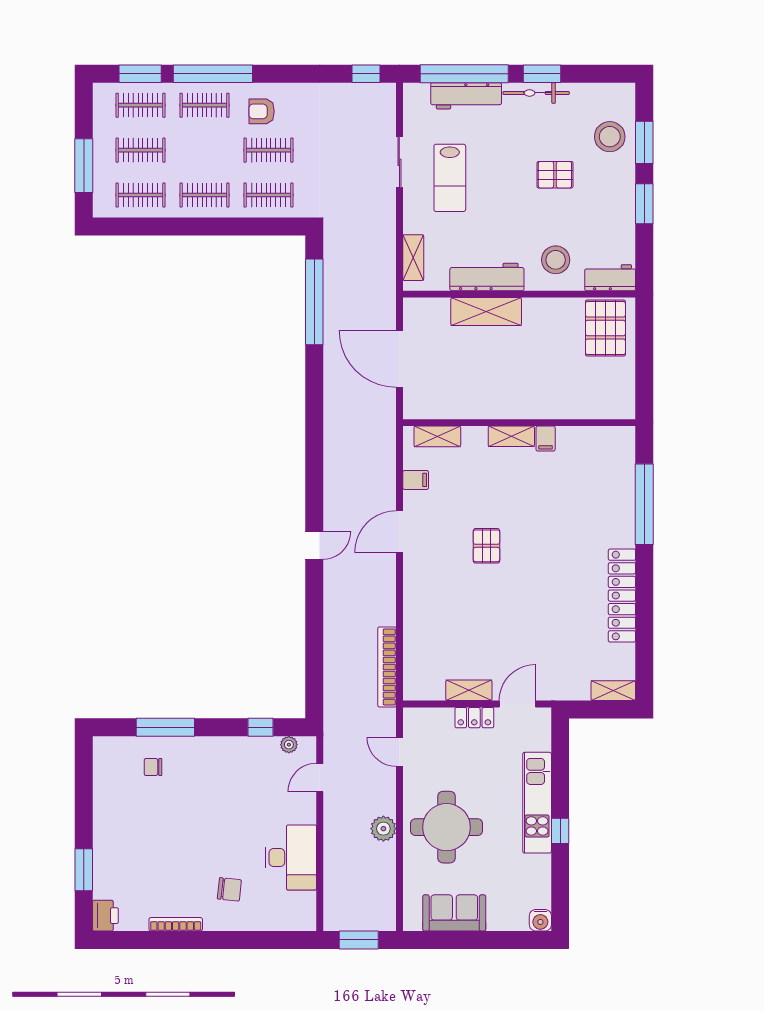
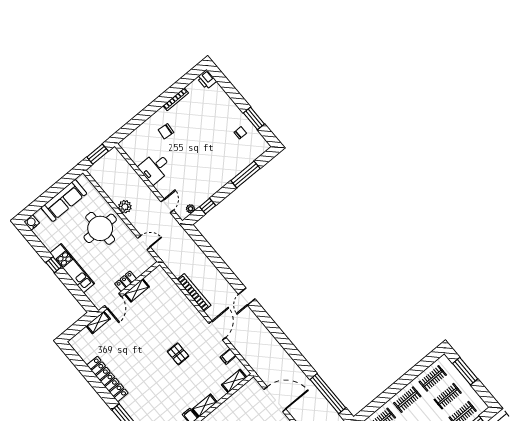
bookcase: (387, 667) -> (194, 292), moved
shelving: (613, 691) -> (98, 322), moved
chair: (153, 767) -> (240, 133), moved
desk: (291, 858) -> (155, 168), width x0.73
window: (84, 870) -> (254, 118), moved
sofa: (454, 913) -> (64, 201), width x1.36

